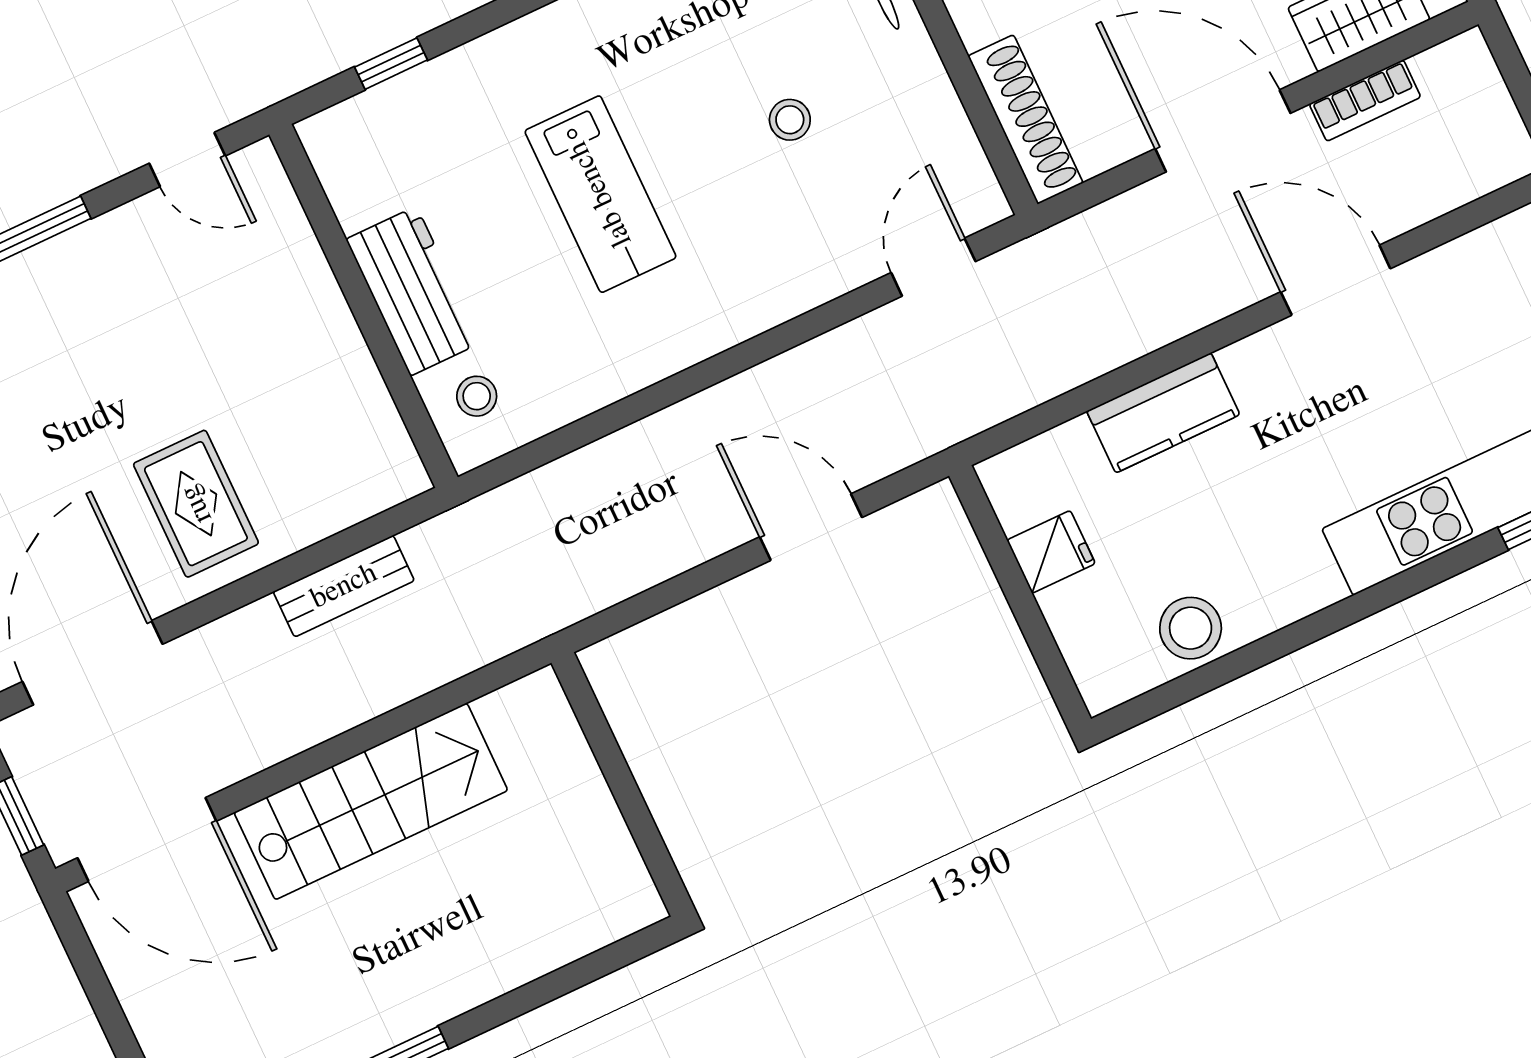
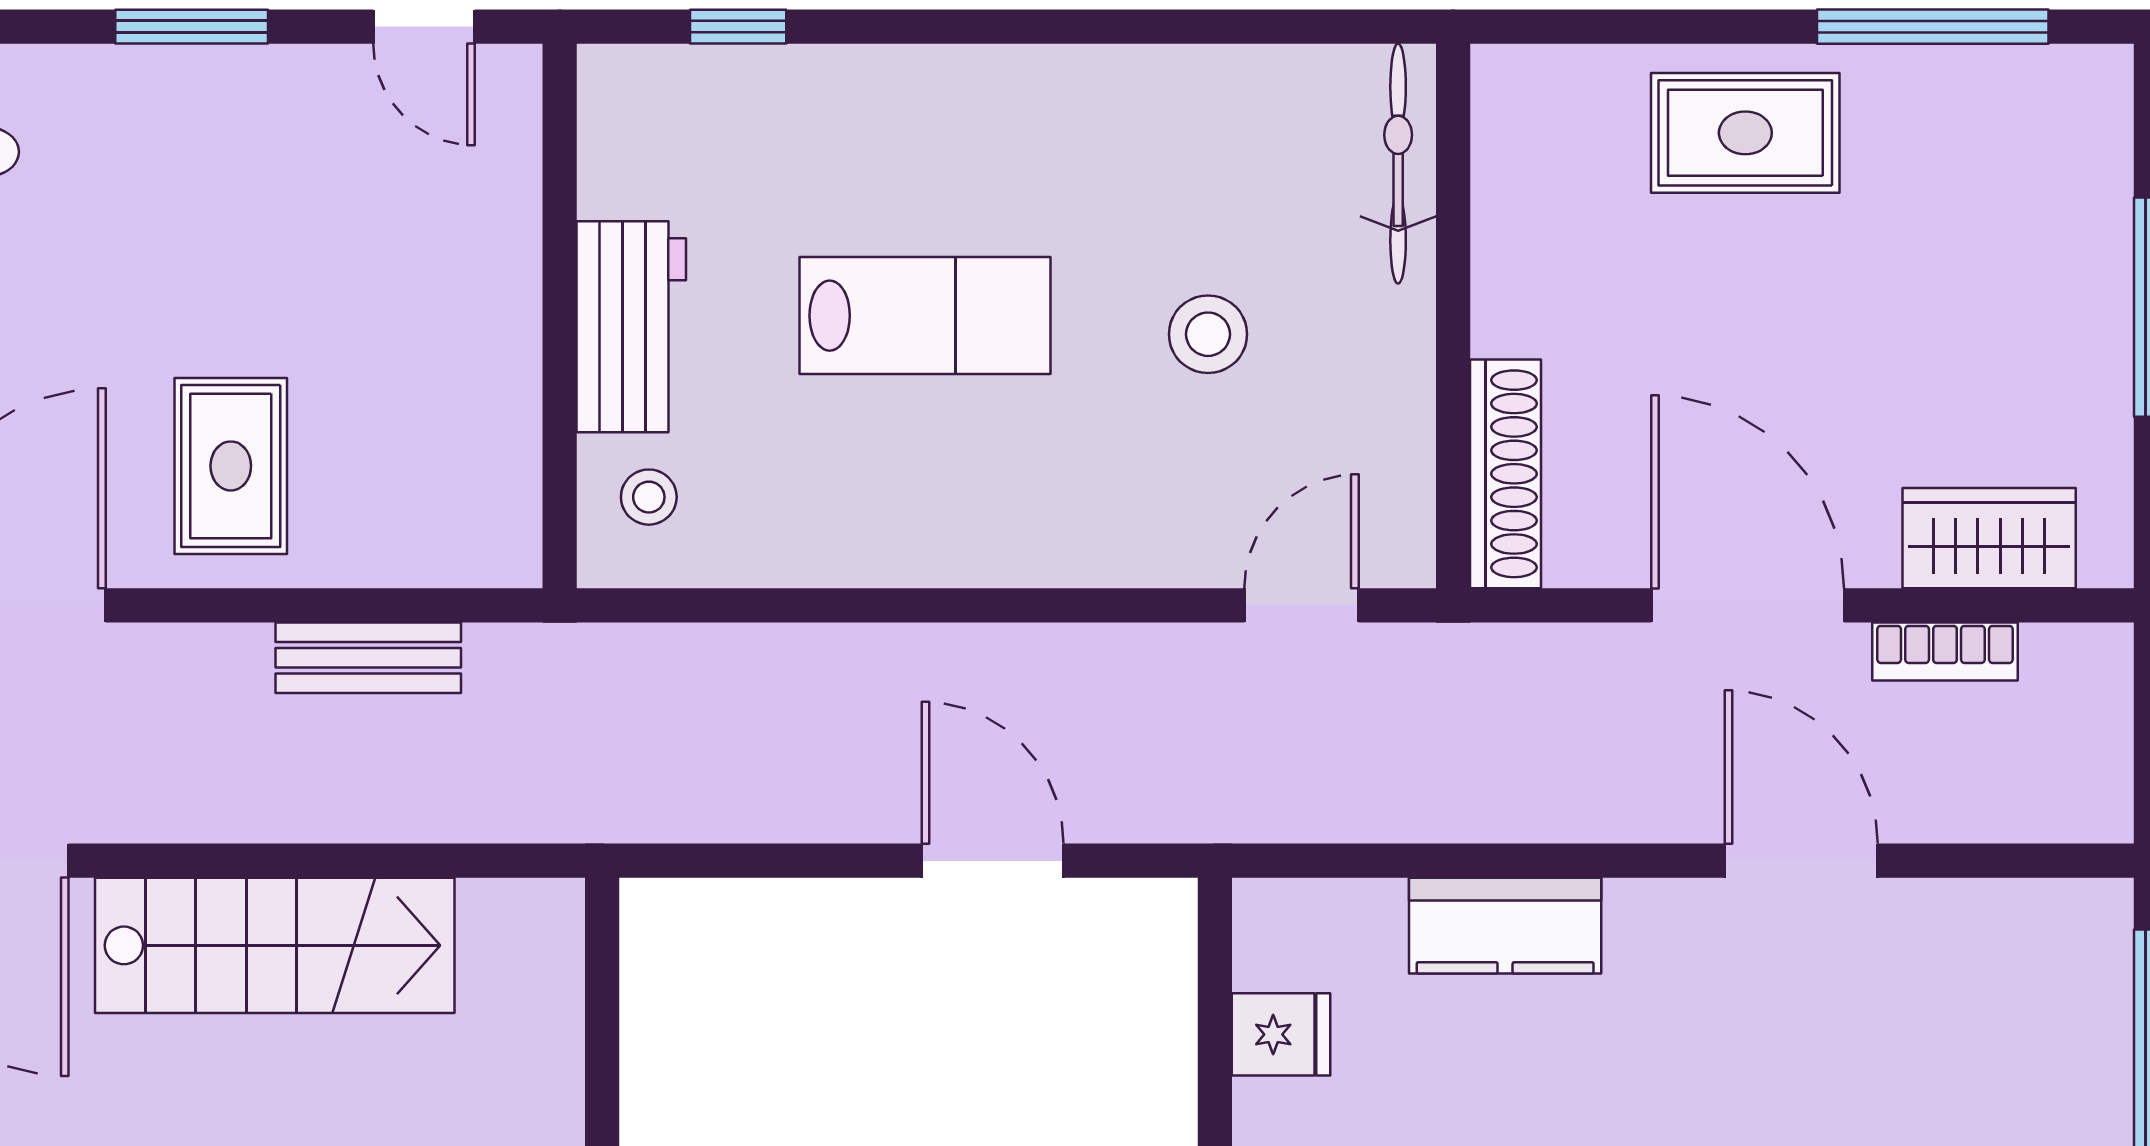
stool: (790, 120) -> (1208, 334), width x1.37, depth x1.37
lab bench: (600, 194) -> (925, 316), turned -90

